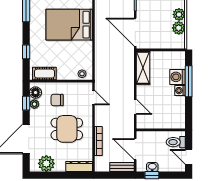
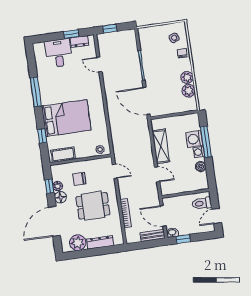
bed: (69, 25) -> (66, 118), moved, turned 180
shelving: (143, 68) -> (161, 146), moved
floor lamp: (36, 93) -> (60, 197), moved
boiler: (180, 105) -> (201, 167), added
door: (189, 157) -> (217, 216), hinge flipped
dresser: (79, 166) -> (100, 242), moved
washbasin: (152, 167) -> (172, 233), moved

